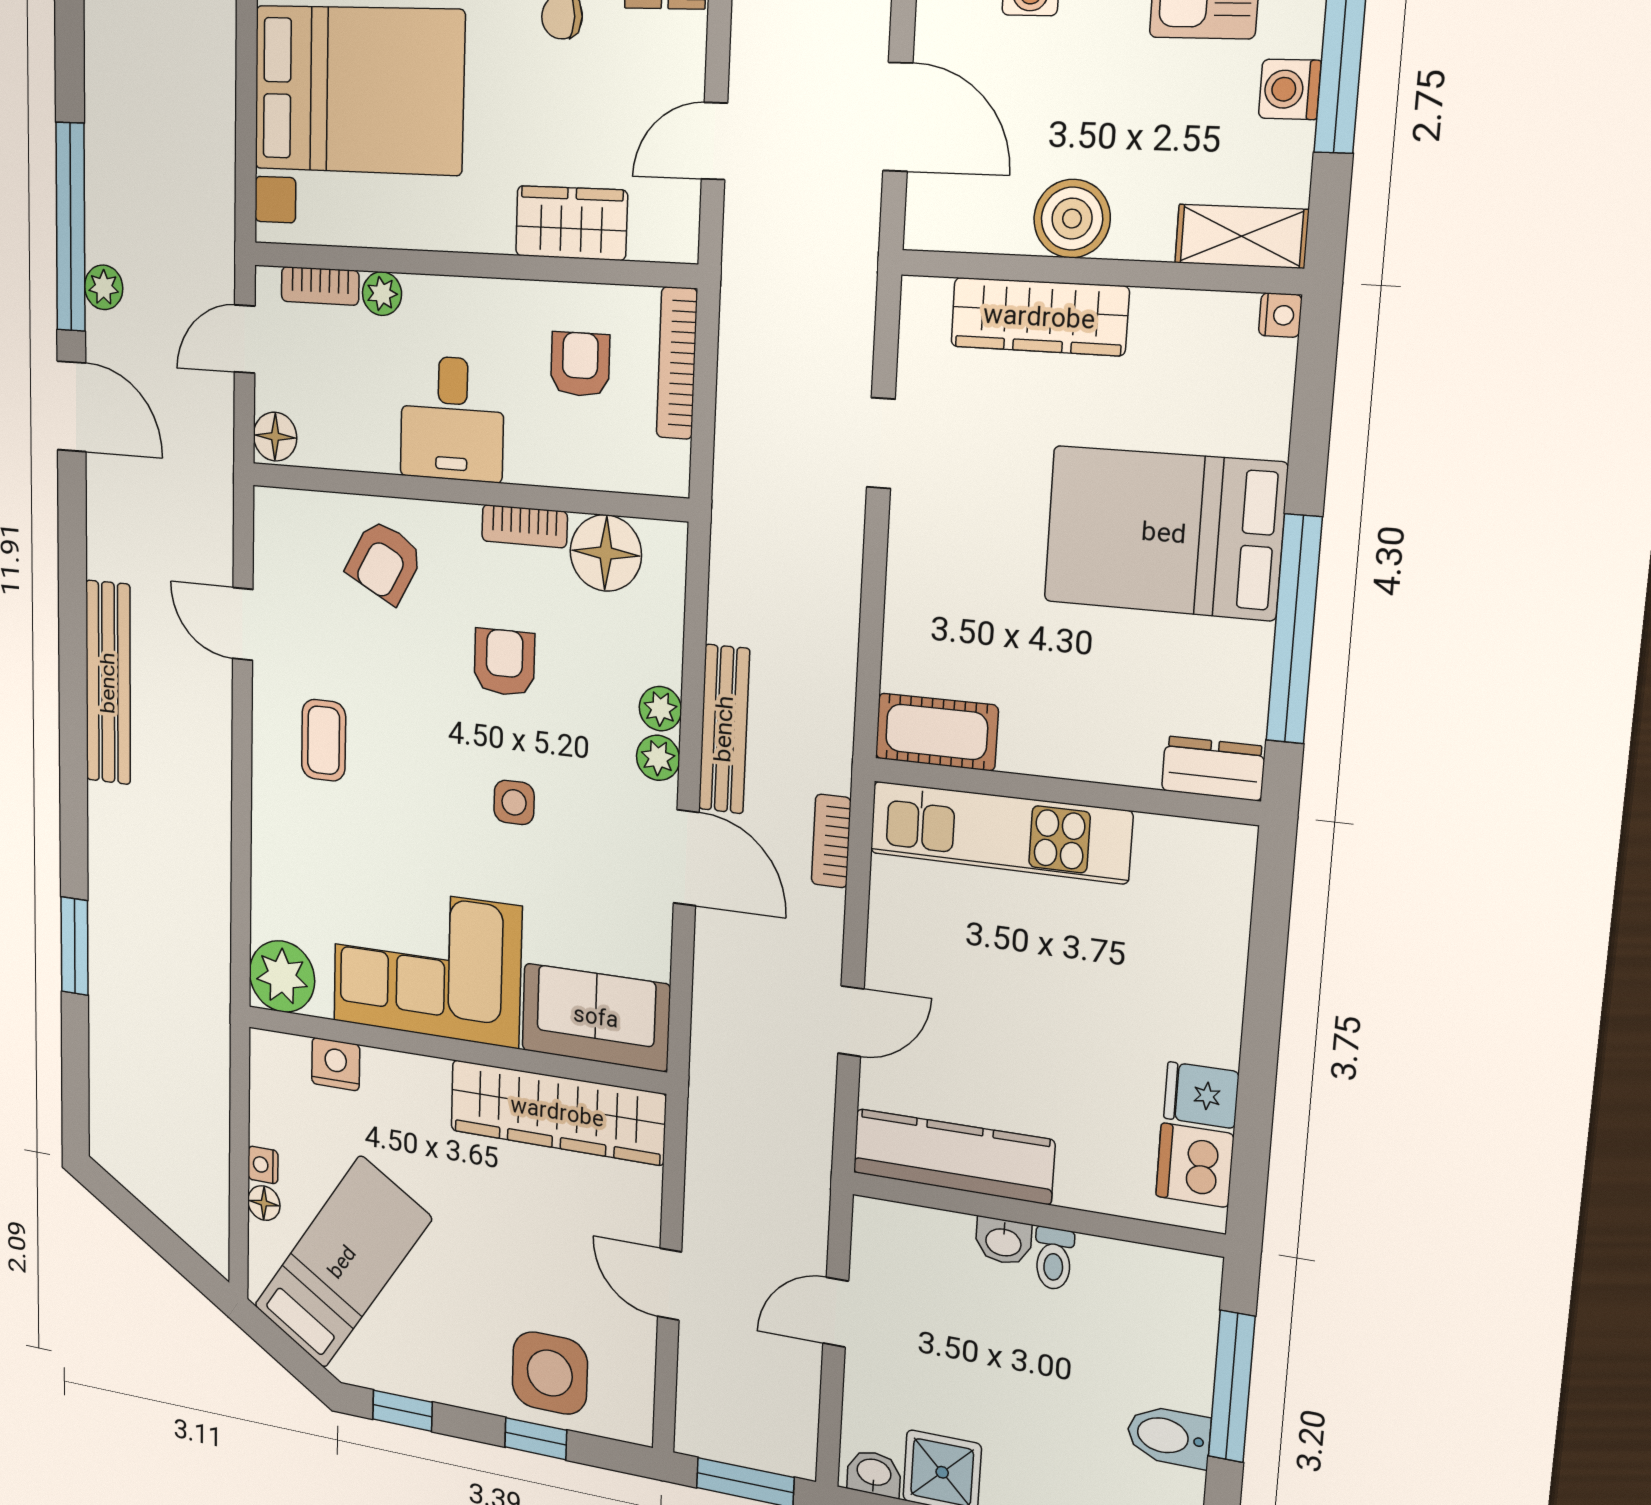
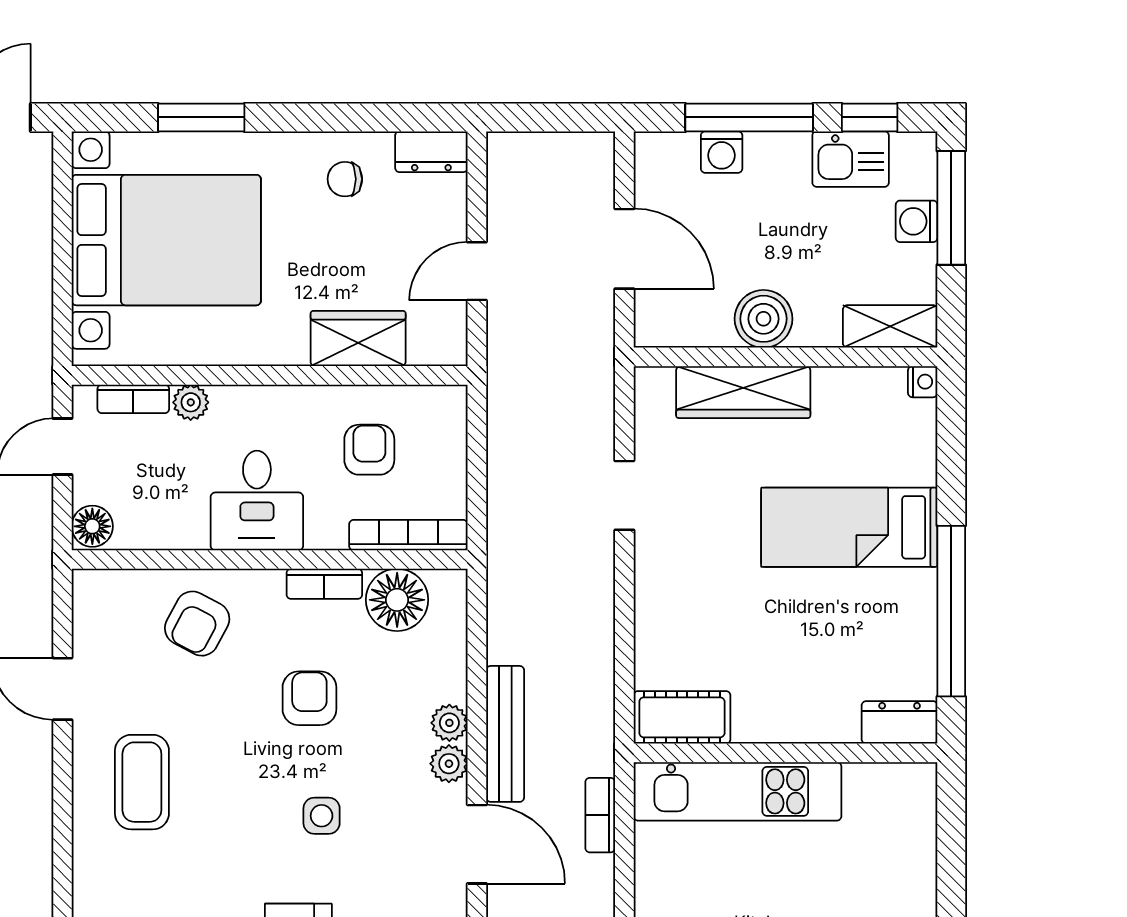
bookcase: (677, 363) -> (408, 535), moved, turned 90
bed: (1164, 533) -> (849, 527), width x0.67
coffee table: (324, 740) -> (142, 782), width x1.36, depth x1.30

